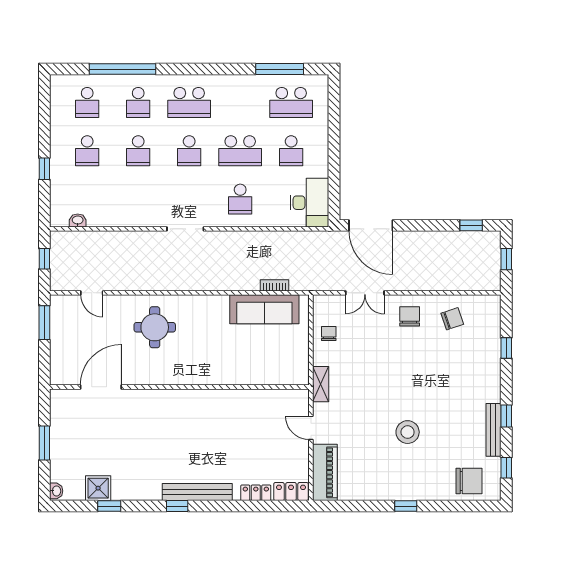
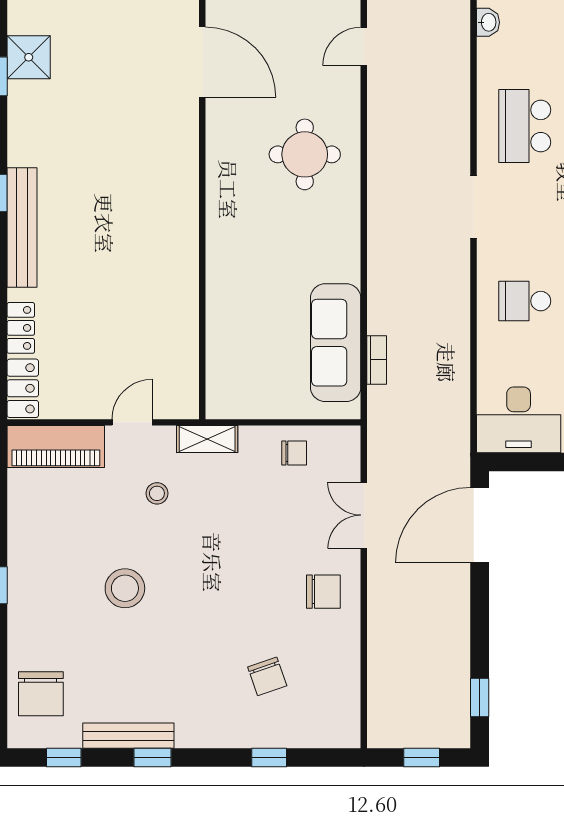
school desk: (138, 199) -> (525, 126), added
chair: (452, 319) -> (267, 676), moved
stool: (352, 413) -> (157, 493), added

